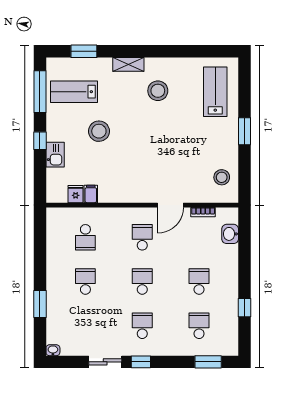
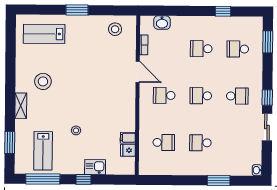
stool: (99, 131) -> (76, 130), width x0.53, depth x0.53
school desk: (142, 326) -> (237, 96), turned 180

